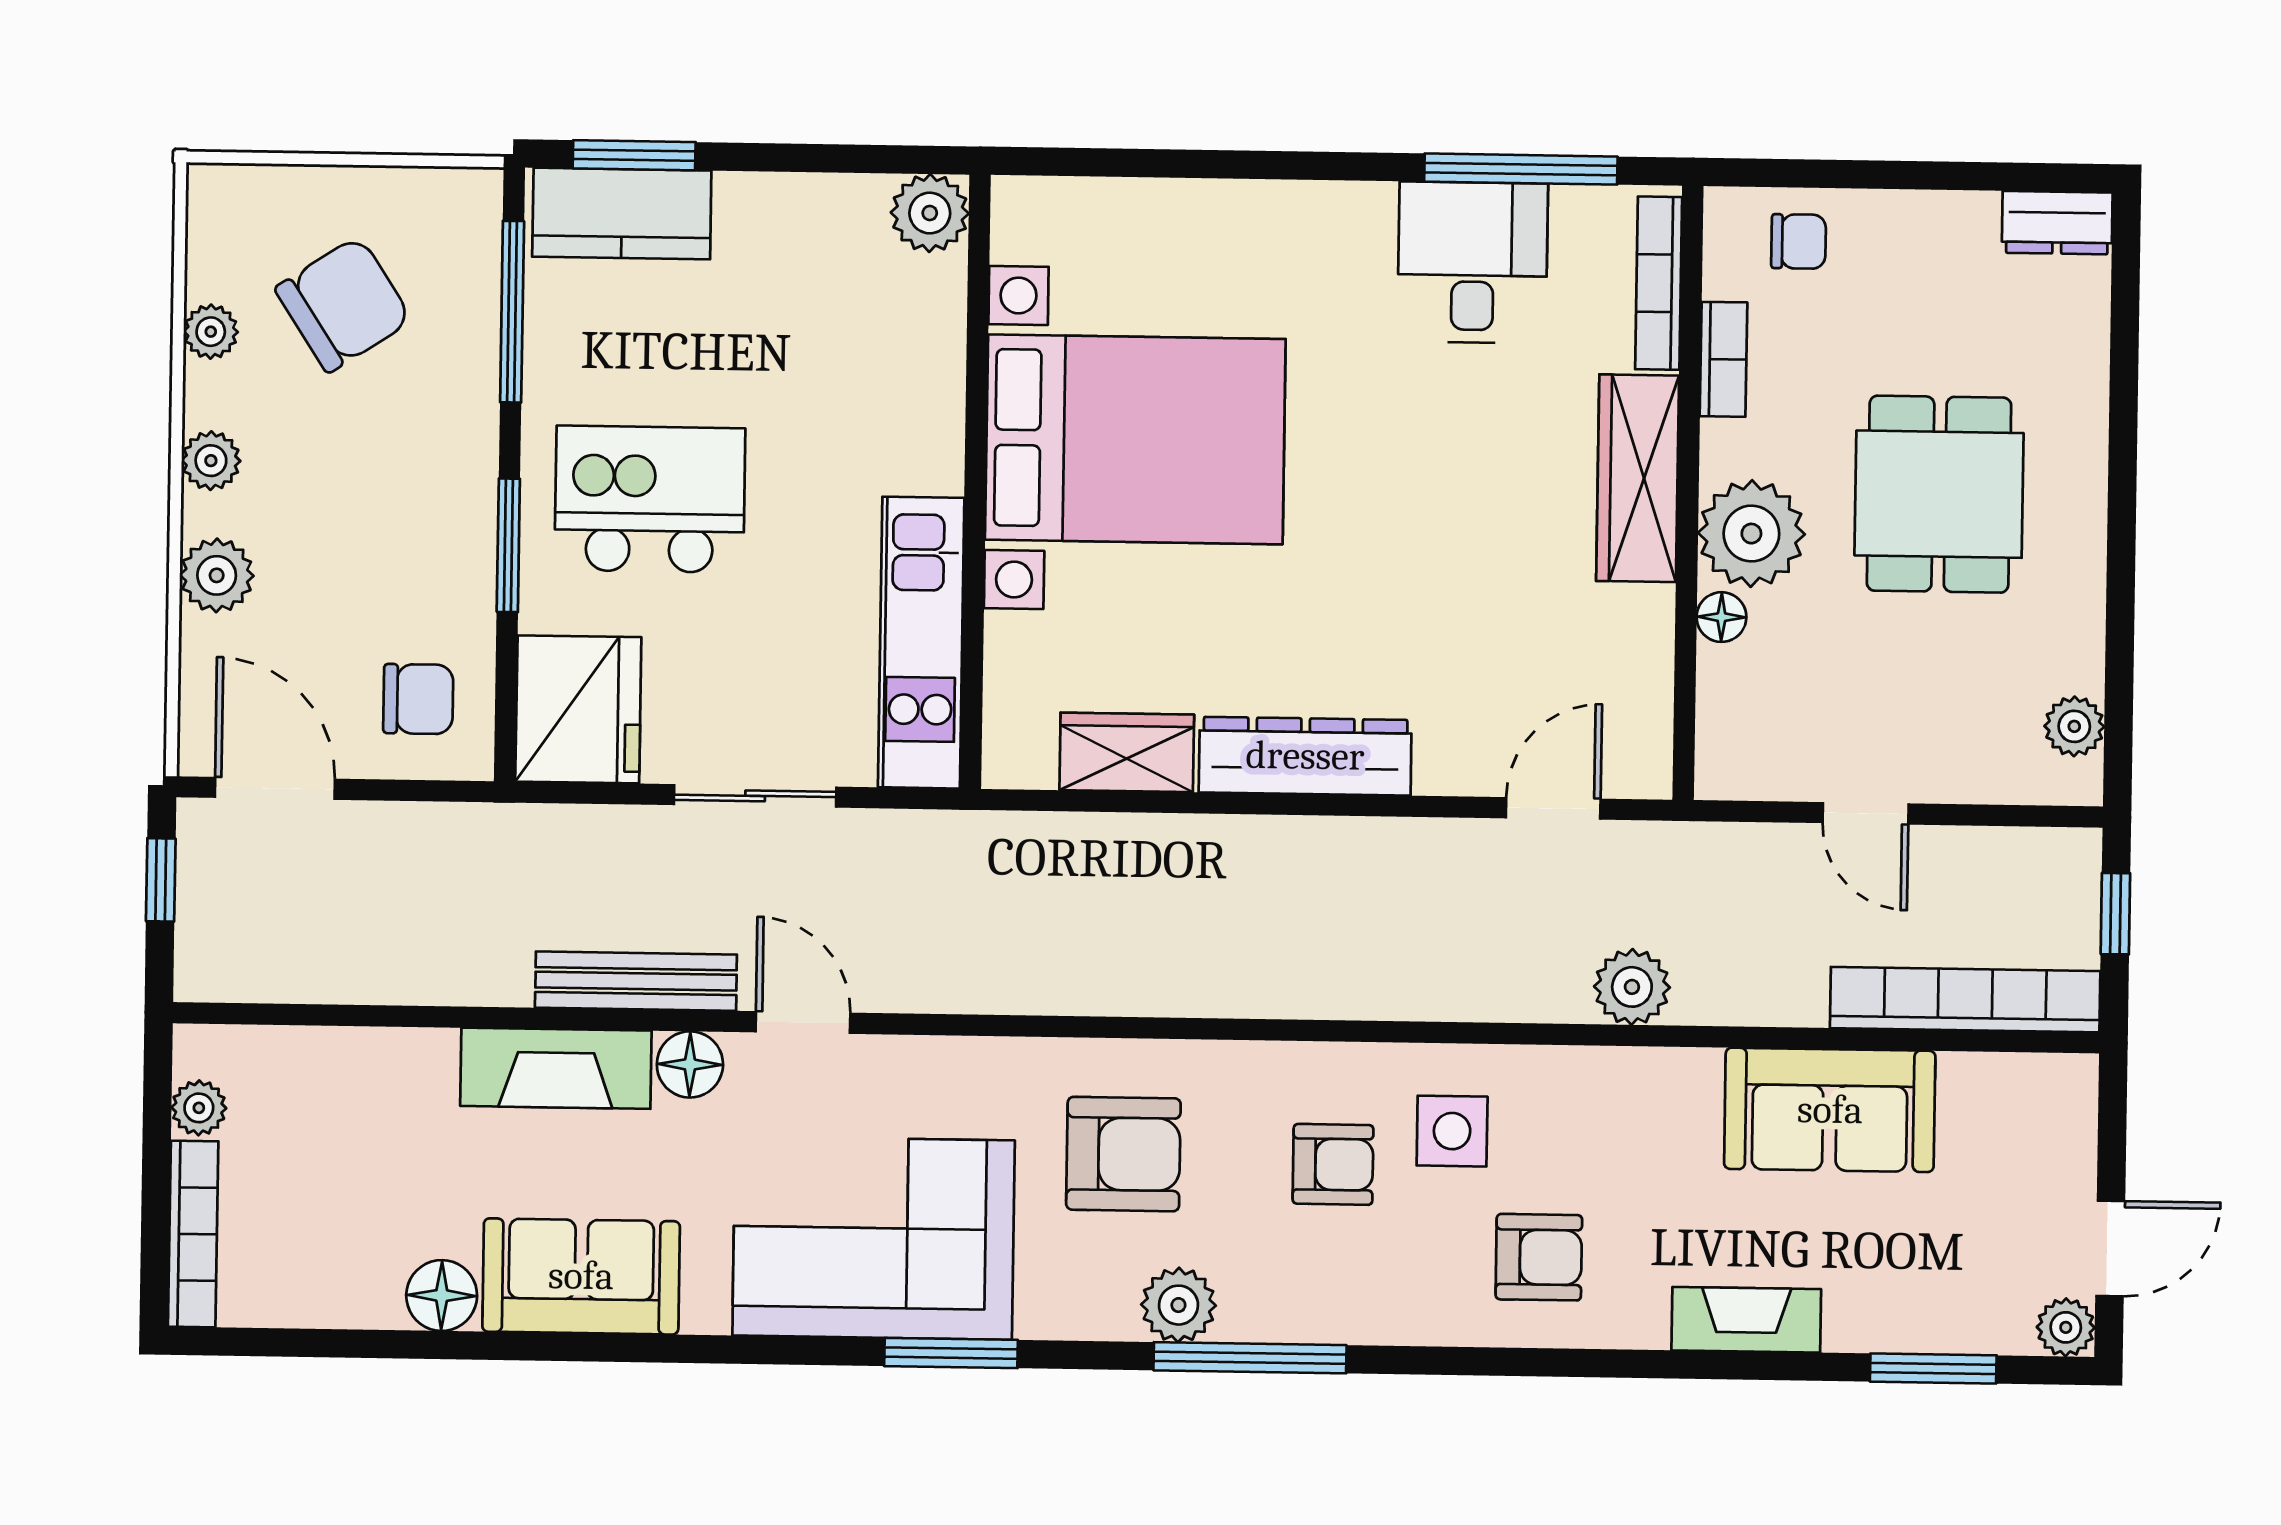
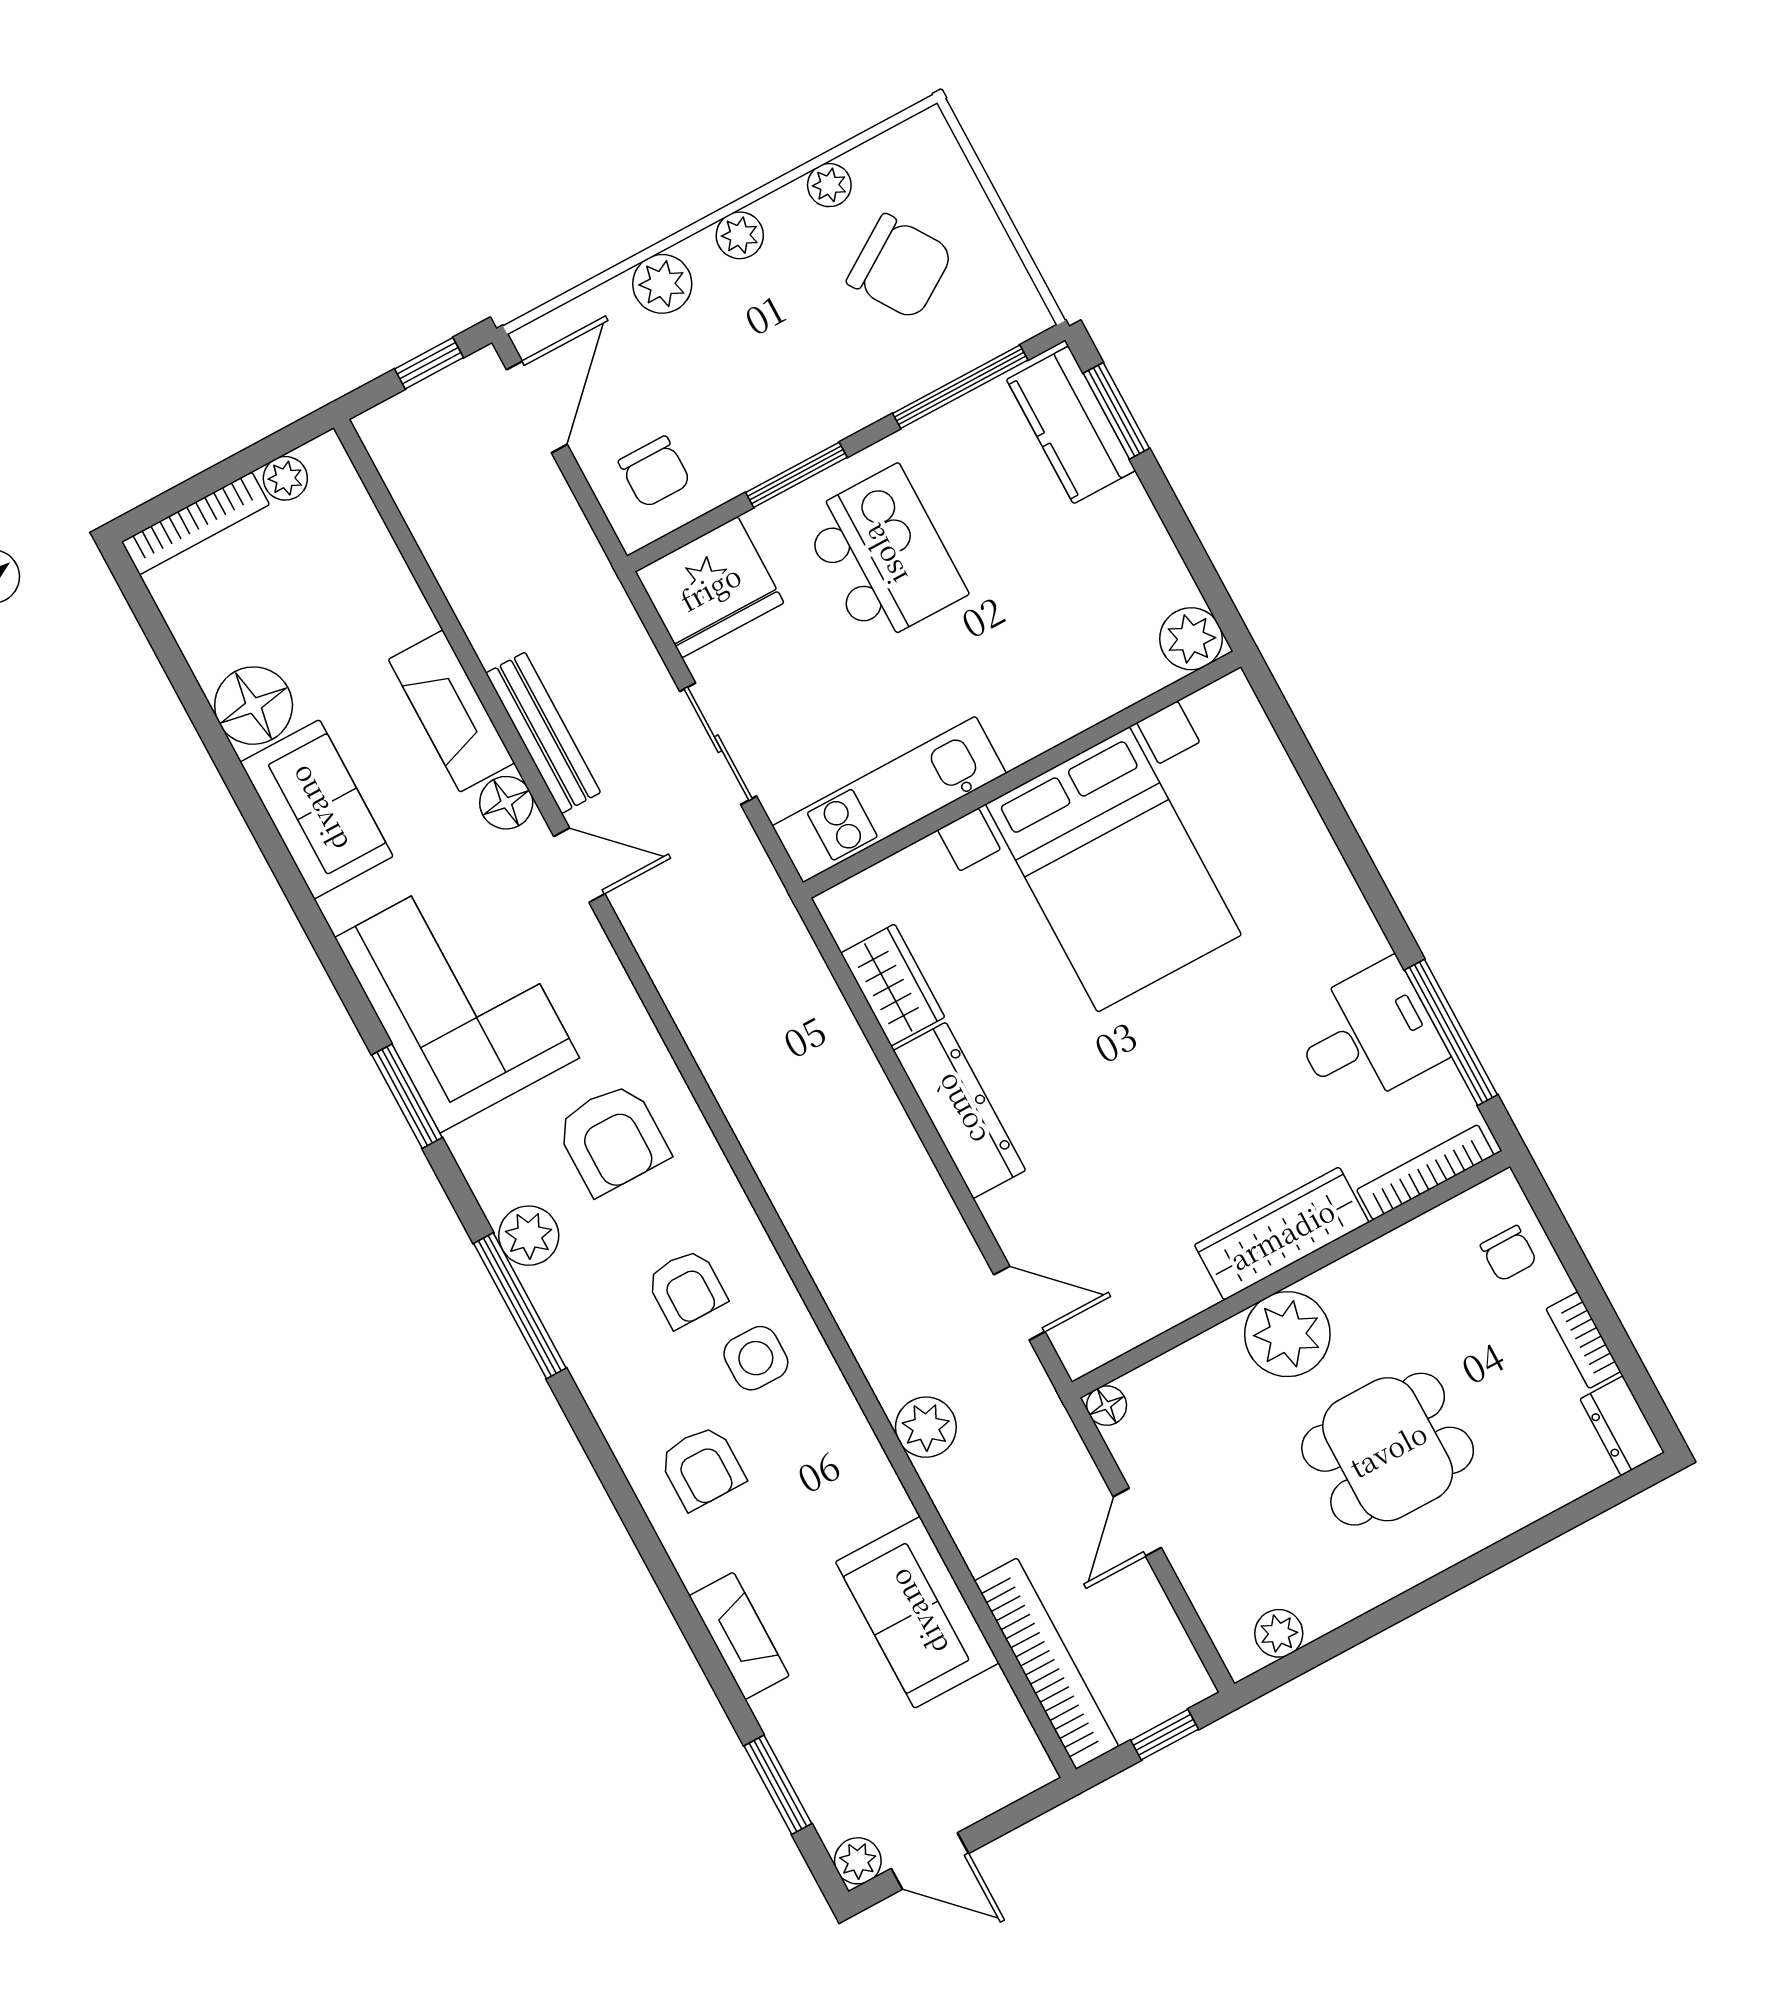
bookcase: (1724, 359) -> (1583, 1340), moved, turned 90
floor lamp: (1721, 617) -> (1107, 1406), moved
door: (803, 1023) -> (579, 865), hinge flipped
floor lamp: (442, 1296) -> (254, 706), width x1.38, depth x1.38

